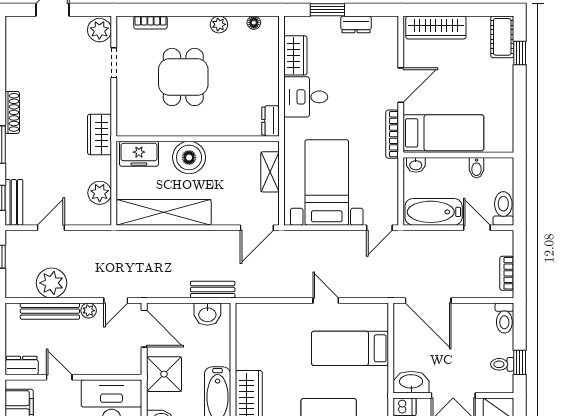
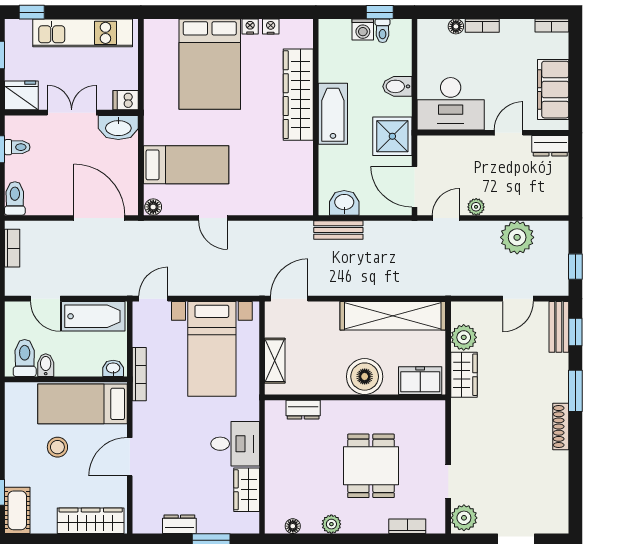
stool: (466, 94) -> (57, 447), added
dresser: (270, 121) -> (303, 410), moved, turned 90
bookcase: (392, 134) -> (139, 374), moved
wardrobe: (100, 135) -> (464, 375), moved
toilet: (503, 208) -> (25, 358), moved, turned 180
floor lamp: (380, 310) -> (153, 207), added
bench: (50, 311) -> (519, 206), removed
door: (59, 377) -> (509, 133), swing flipped

